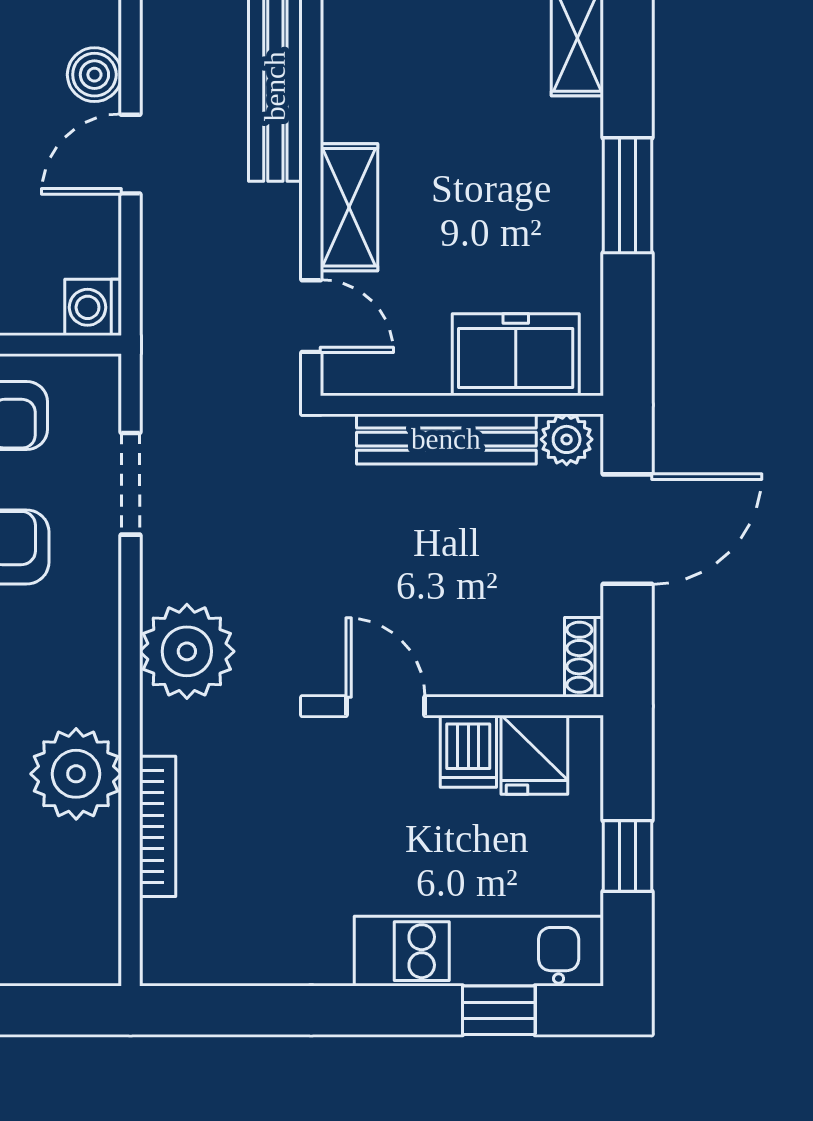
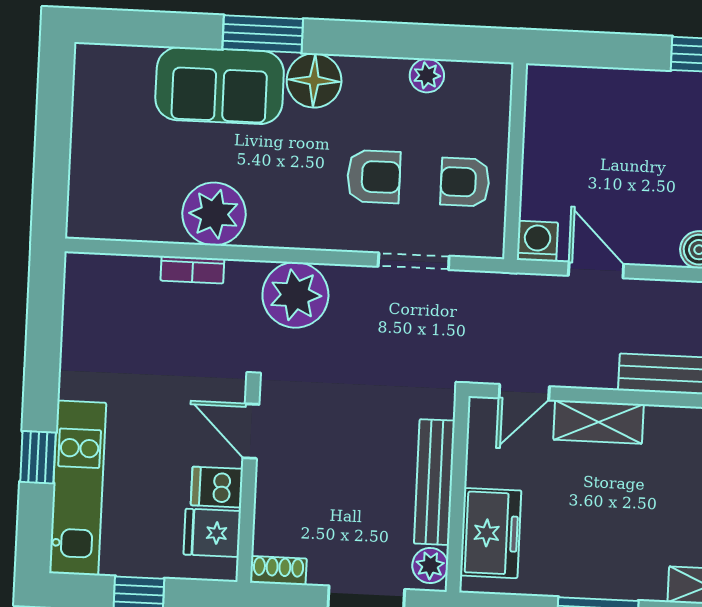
door: (130, 154) -> (596, 270), moved
door: (386, 706) -> (251, 431), swing flipped
bookcase: (158, 826) -> (192, 270), width x0.64
window: (499, 1010) -> (38, 457), moved

